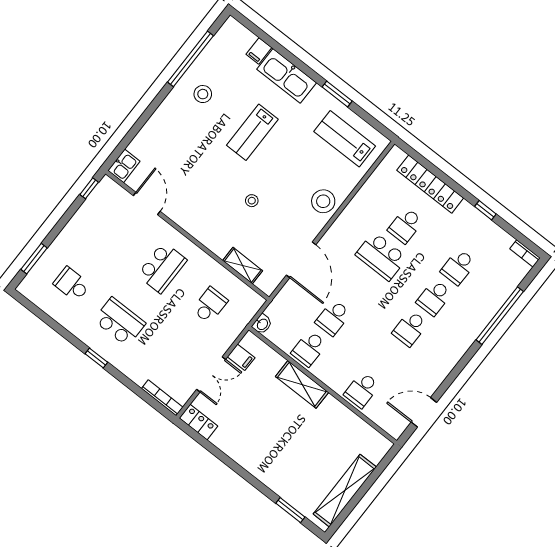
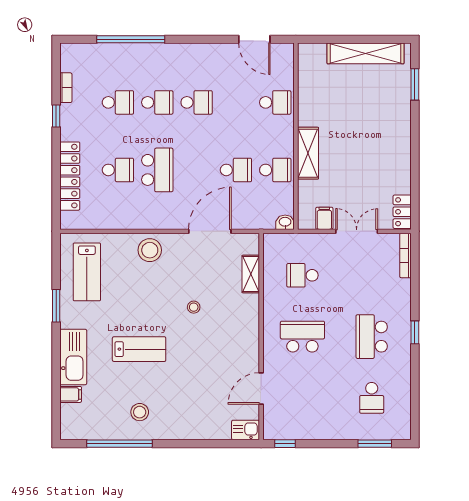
bookcase: (525, 253) -> (66, 88), moved

